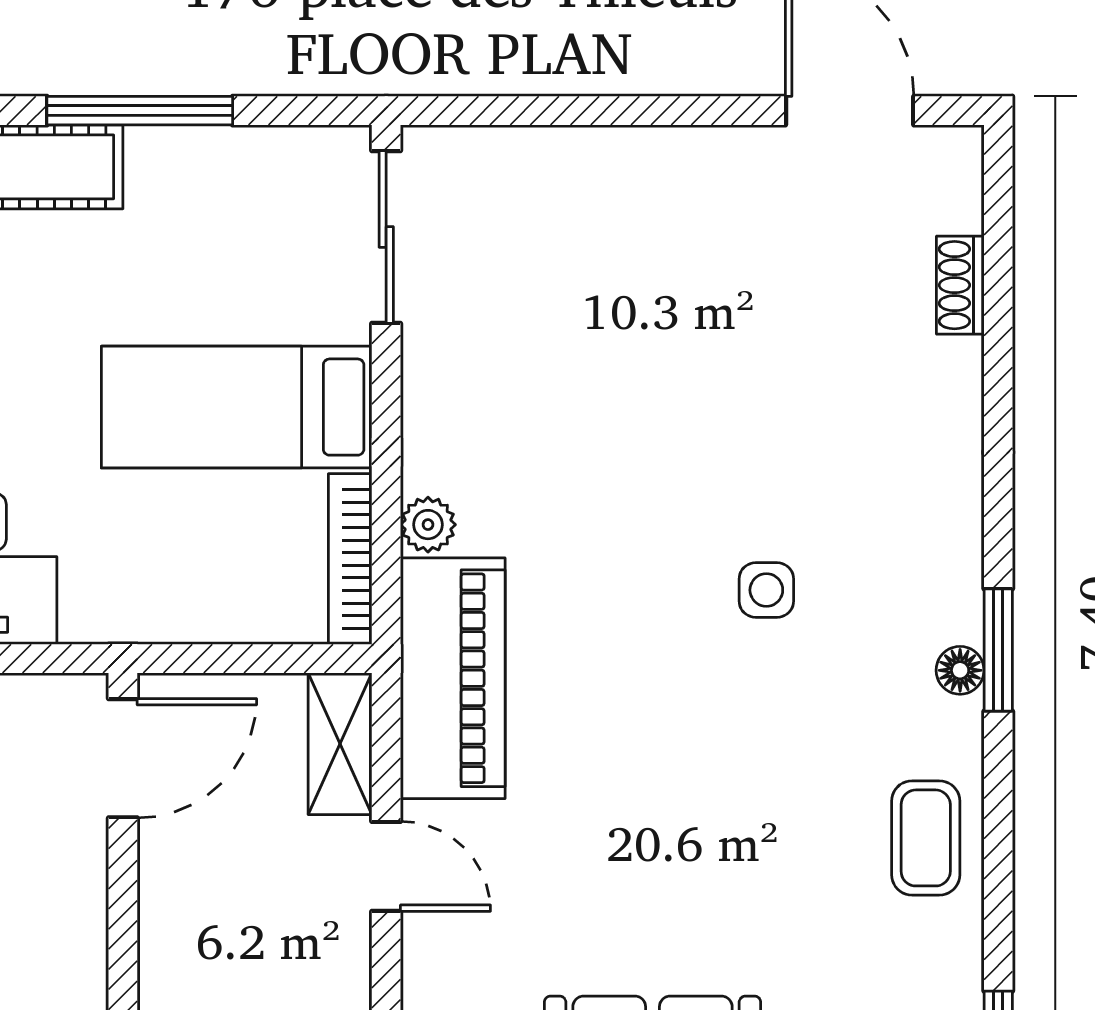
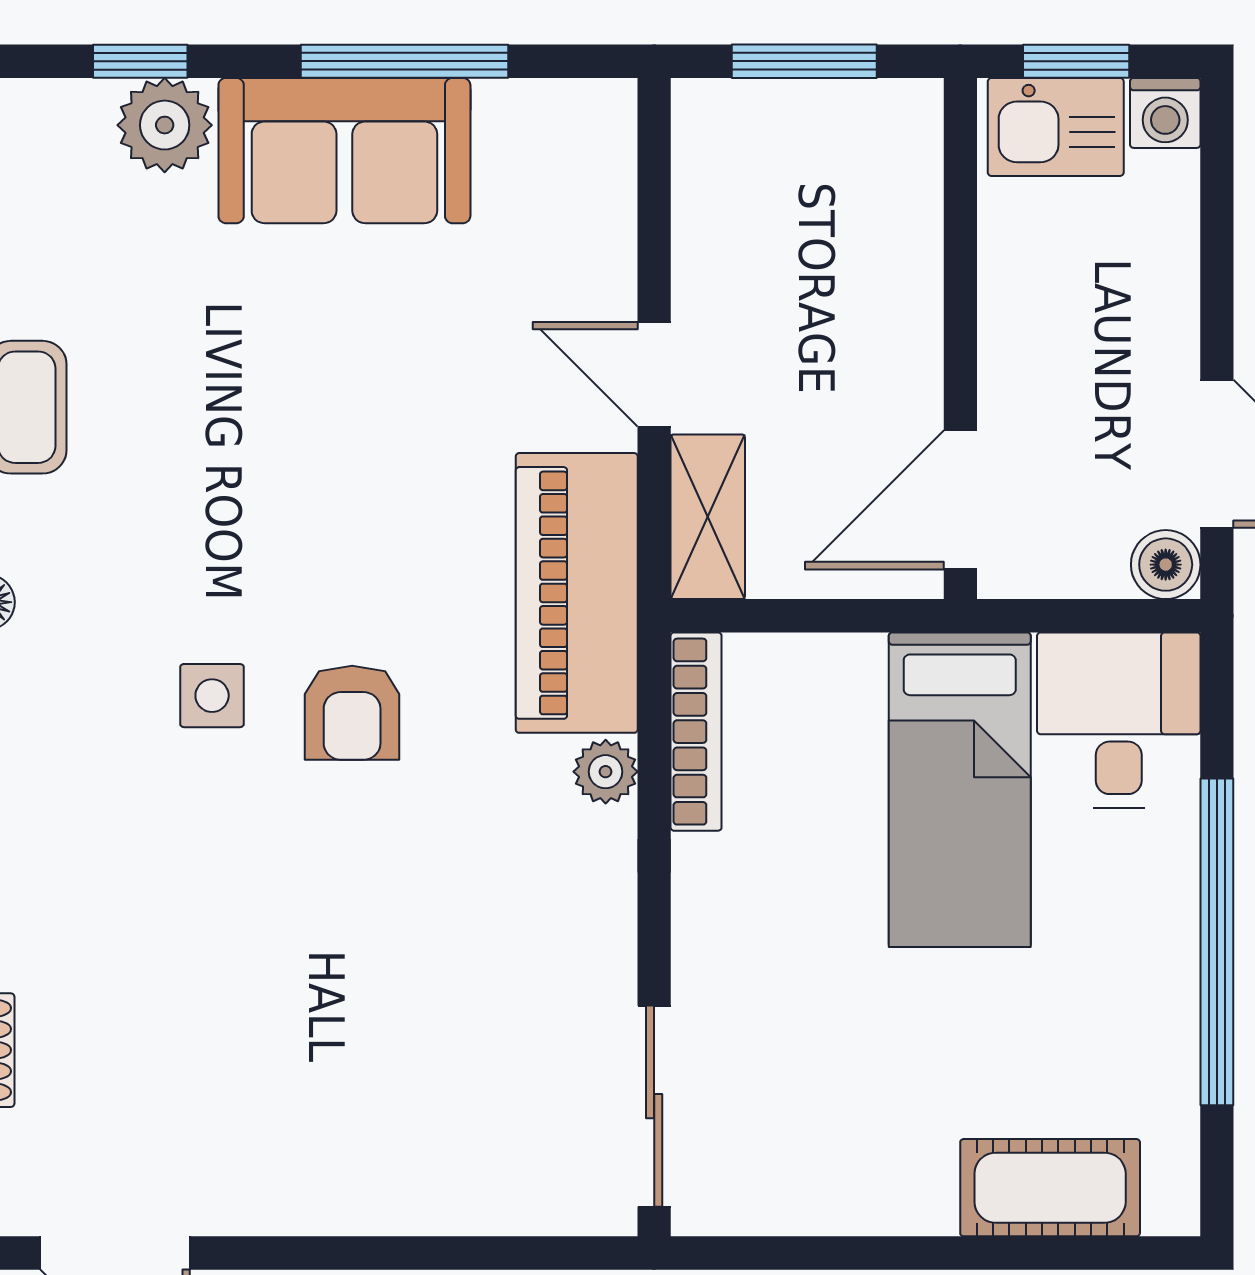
window: (140, 111) -> (941, 1253), removed
bed: (237, 407) -> (960, 790), moved, turned 90
armchair: (646, 575) -> (352, 713), added

